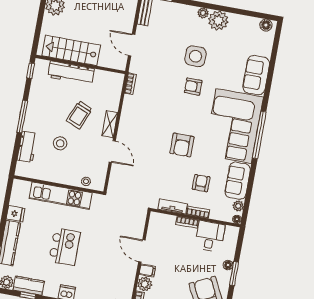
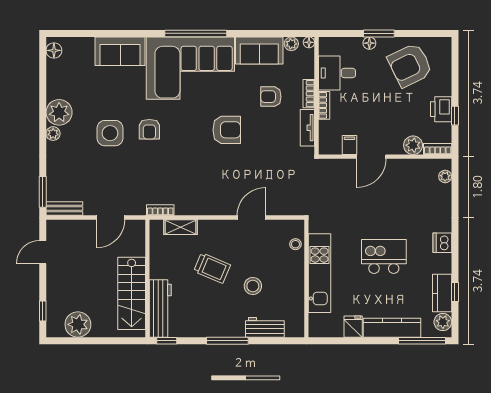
workbench: (71, 73) -> (160, 308), moved
shelving: (110, 124) -> (181, 227), moved
filing cabinet: (147, 270) -> (350, 145), moved

